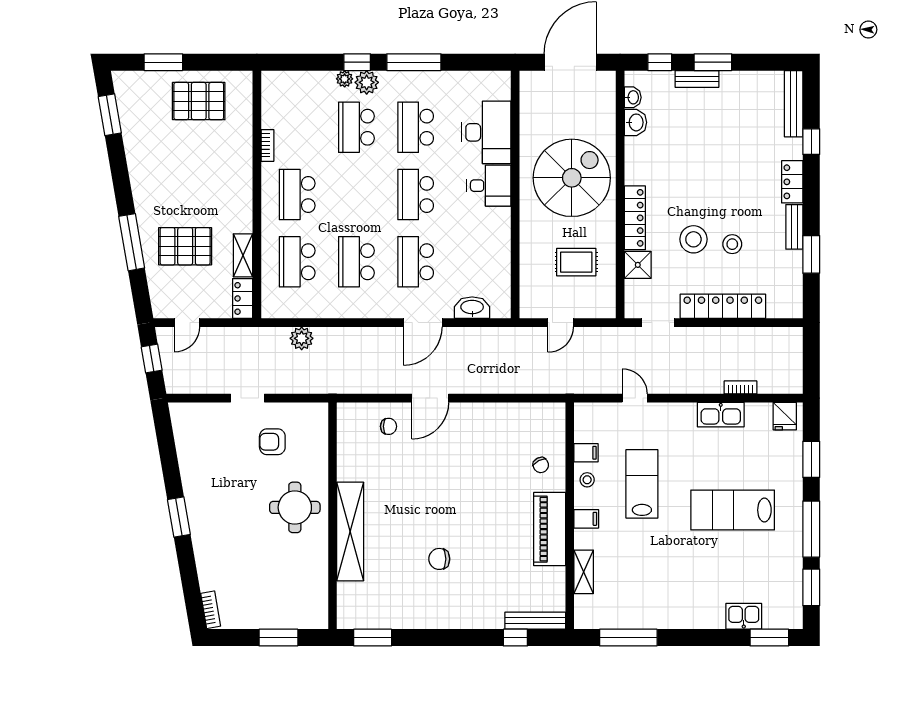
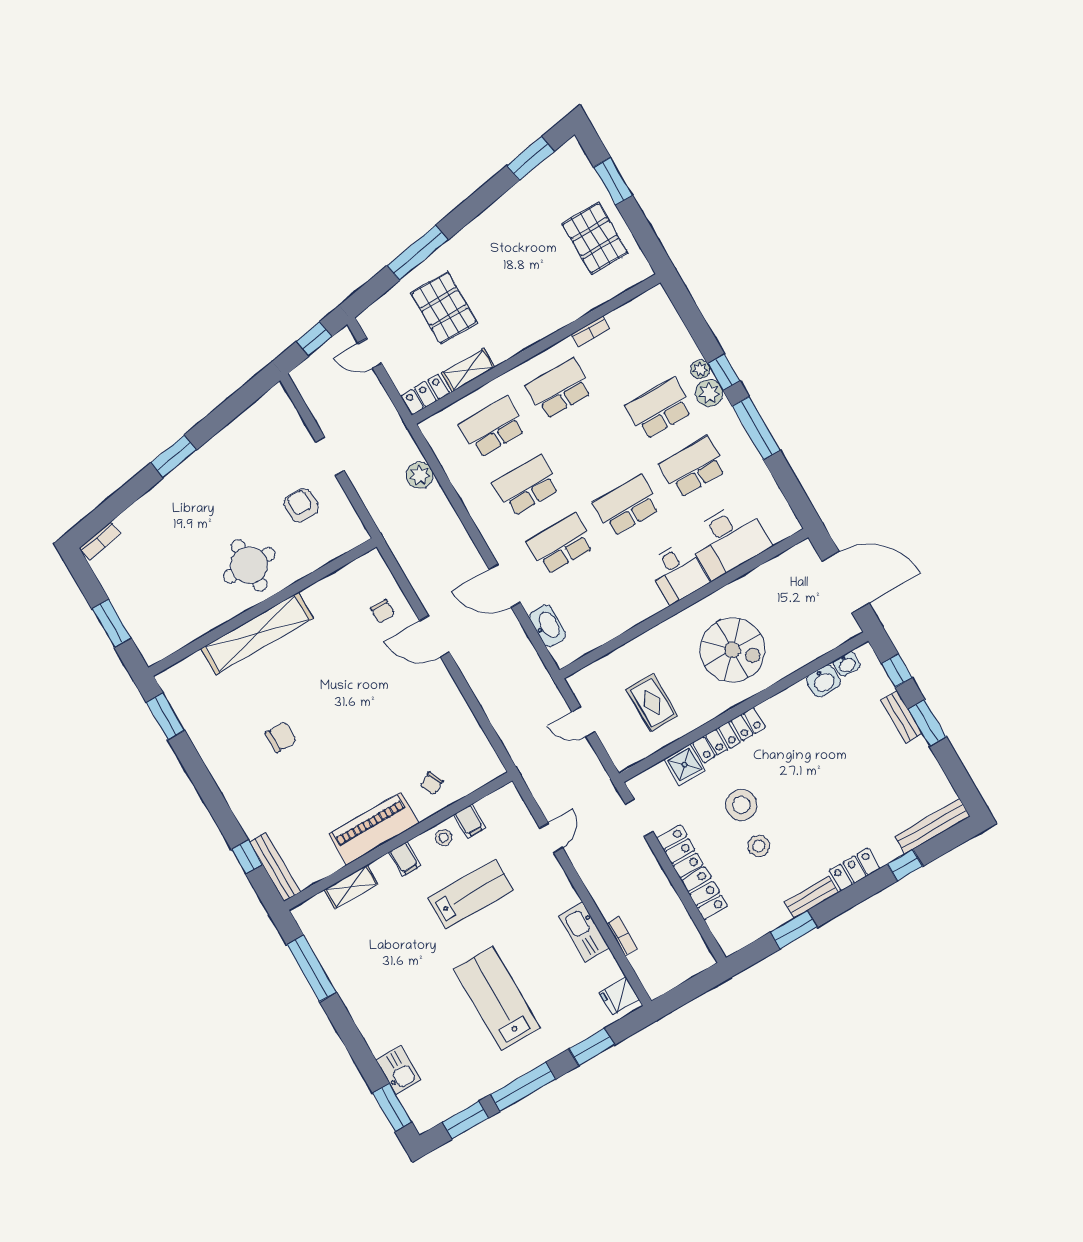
spiral stairs: (572, 178) -> (732, 650), width x0.73, depth x0.73
chair: (439, 559) -> (281, 737), turned 90

